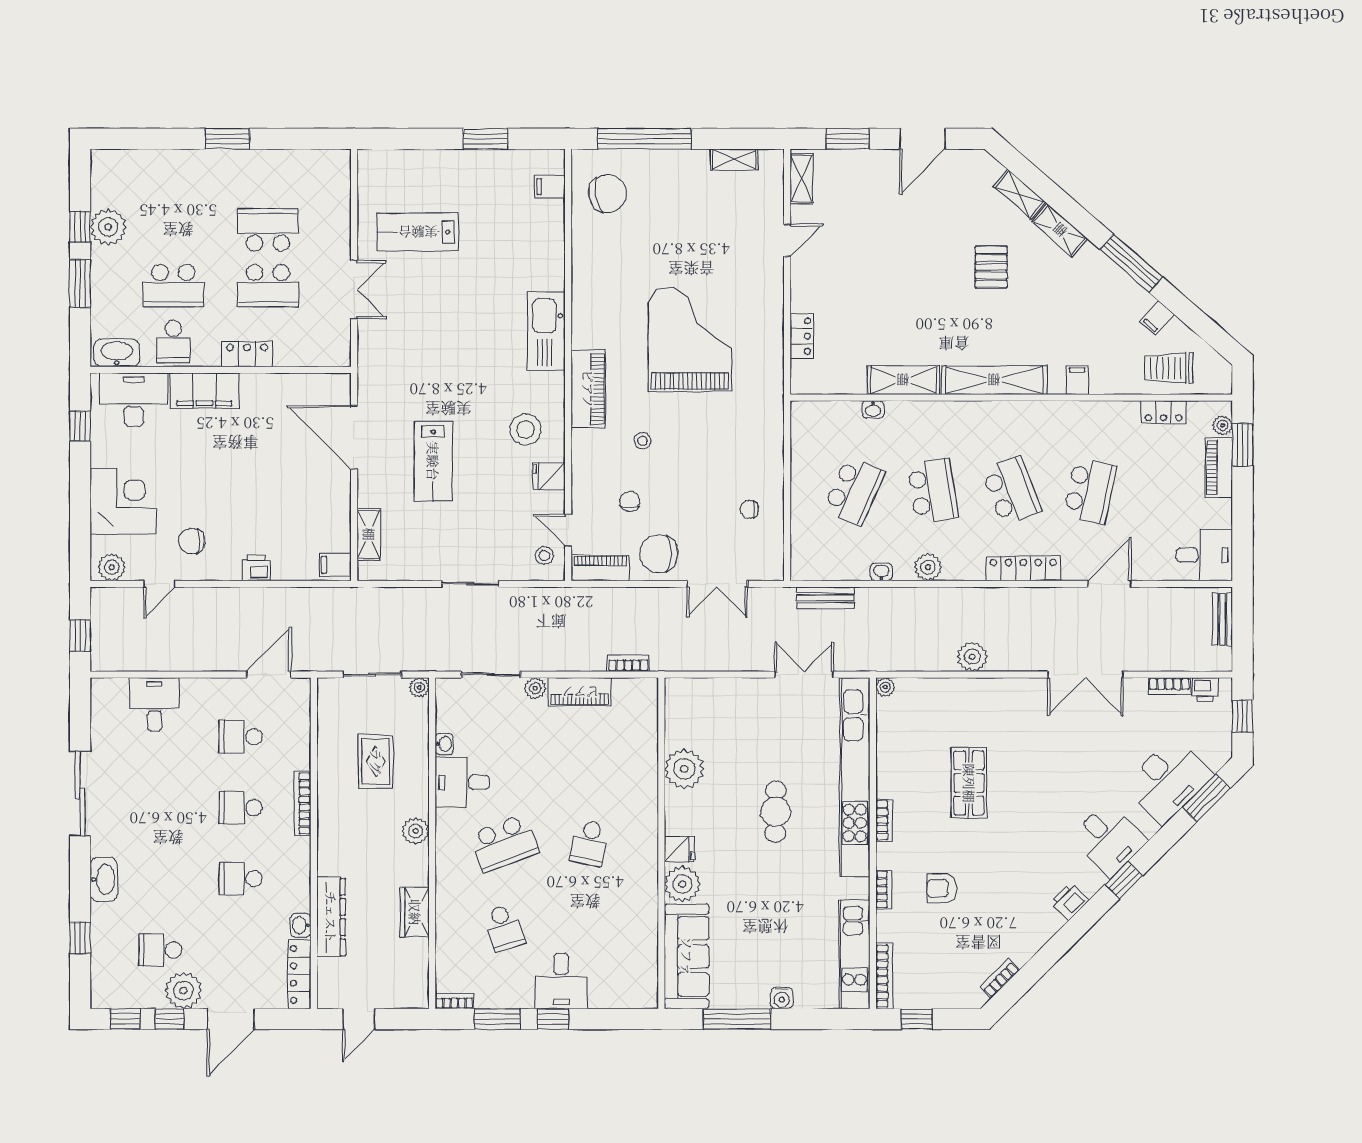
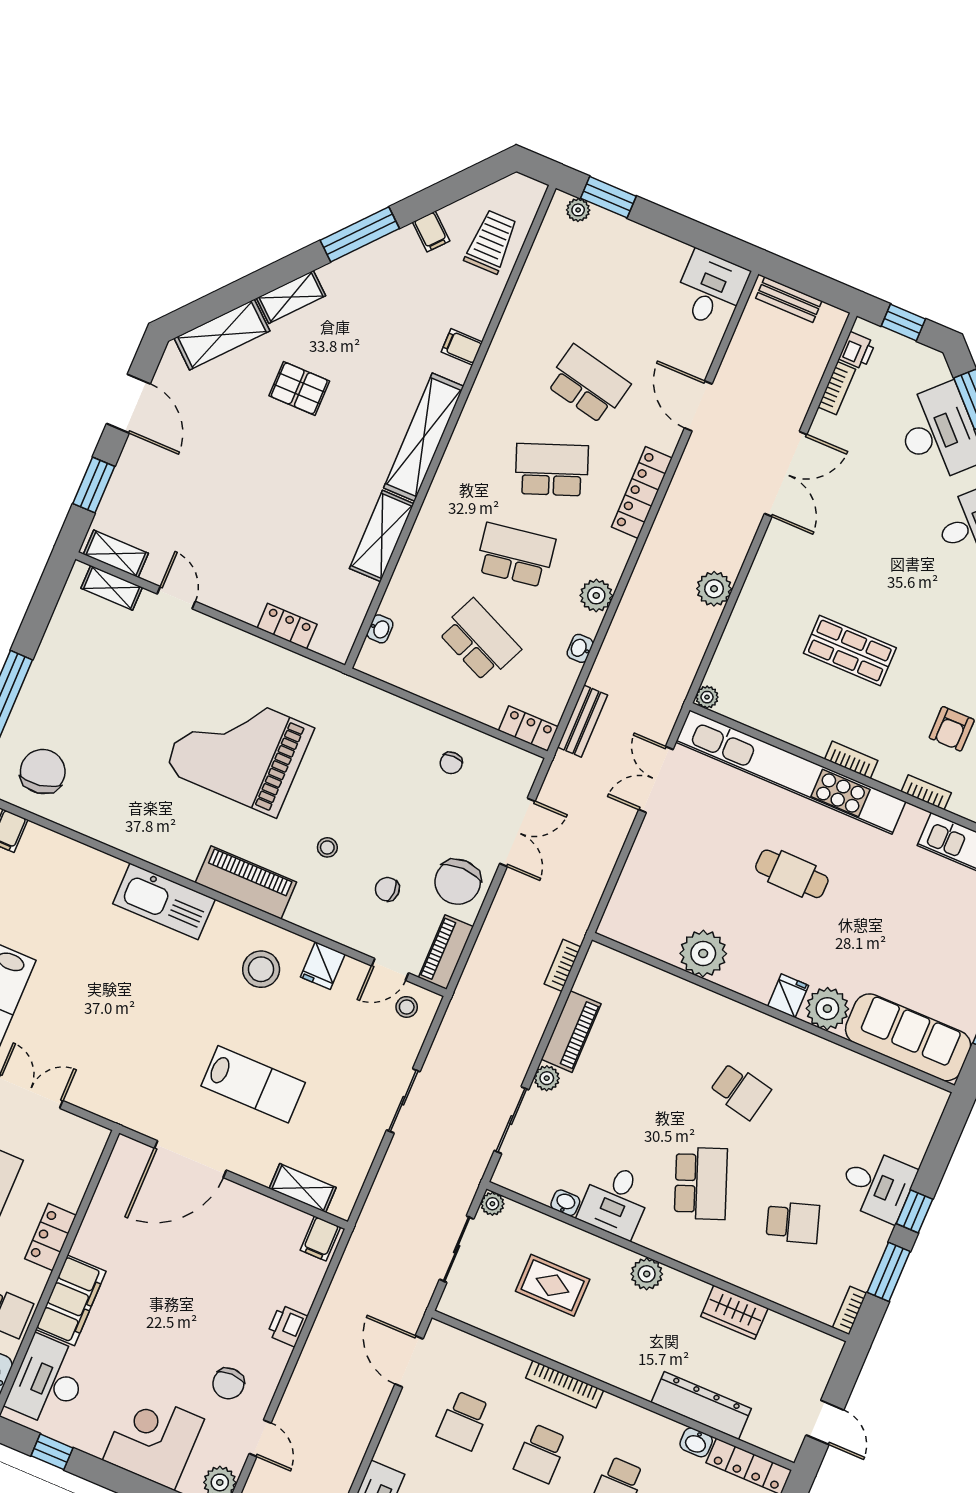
shelving: (734, 159) -> (112, 588), moved, turned 90
shelving: (1019, 194) -> (222, 335), width x1.50, depth x1.33
trolley: (1169, 368) -> (491, 242), turned 180
washbasin: (873, 409) -> (380, 629), moved
locker: (1164, 412) -> (528, 729), moved, turned -90
piano: (1219, 467) -> (622, 233), removed

